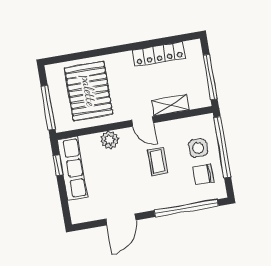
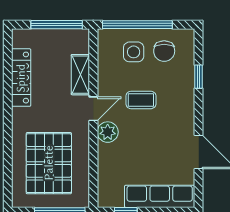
pallet: (89, 91) -> (49, 163), turned 90
plant: (110, 140) -> (108, 132), moved
row of seats: (72, 168) -> (160, 196), moved
window: (186, 208) -> (199, 77), width x0.32

